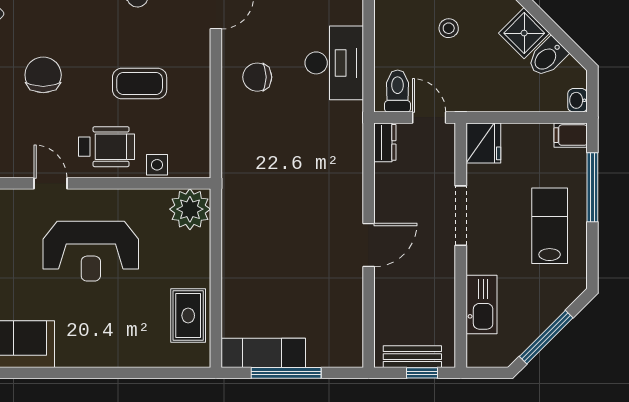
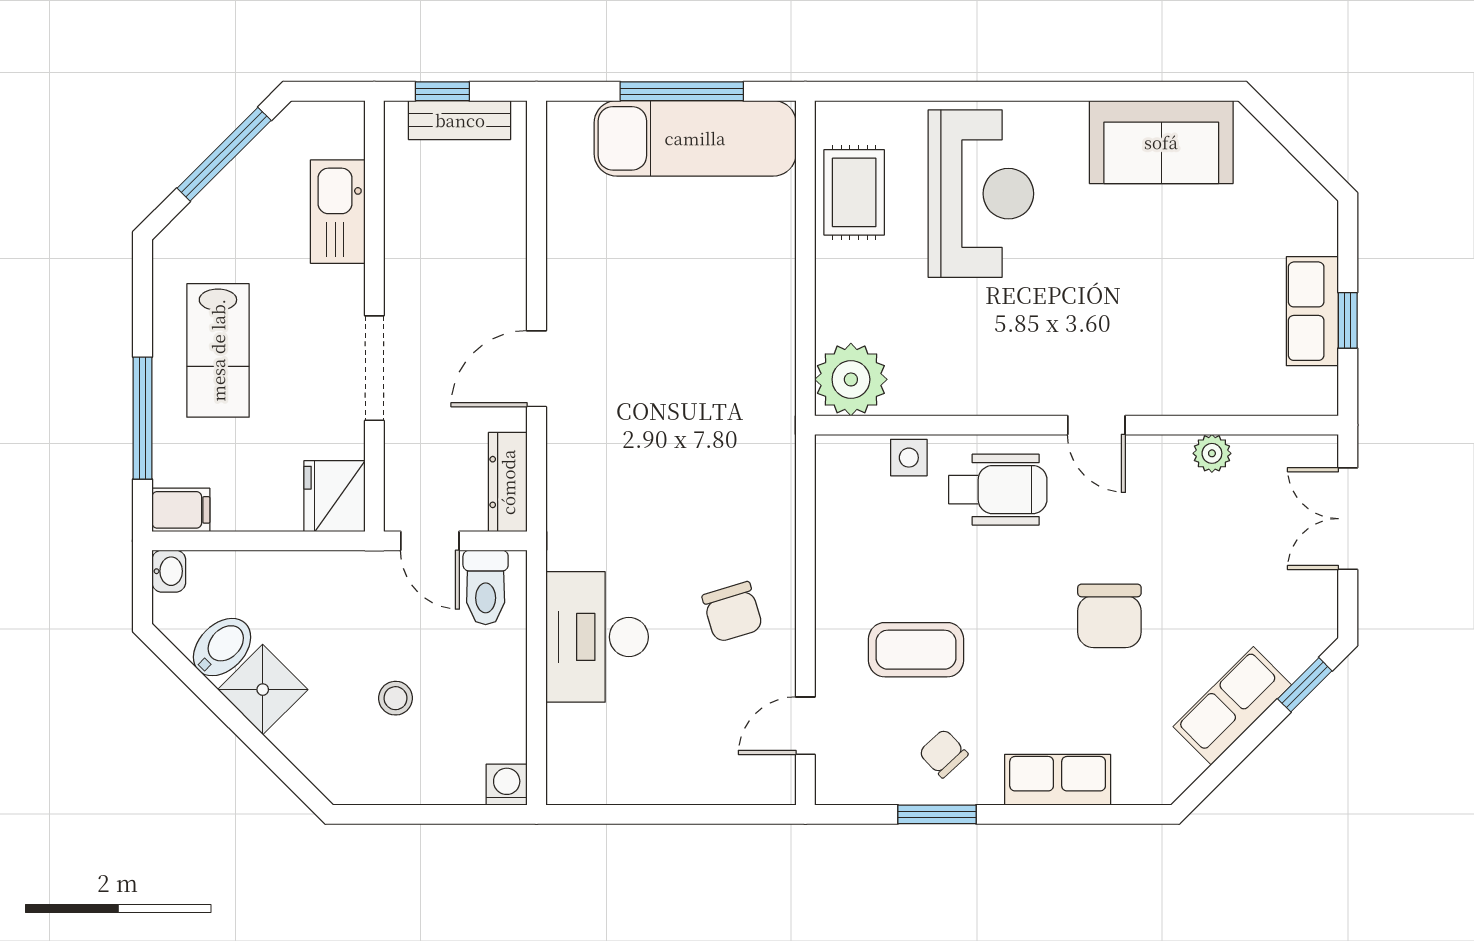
chair: (257, 77) -> (732, 612), turned 73
coffee table: (140, 84) -> (916, 650), moved
dresser: (385, 142) -> (508, 482), width x1.44
wheelchair: (107, 147) -> (998, 490), turned 180
door: (369, 245) -> (537, 369), moved
reception desk: (91, 251) -> (981, 194), moved, turned 90
exam couch: (263, 353) -> (695, 138), width x1.36, depth x1.45

